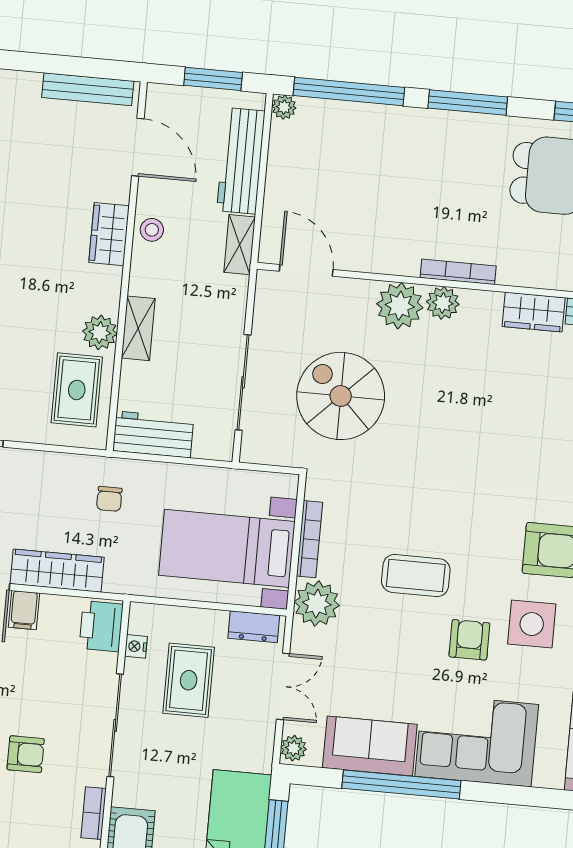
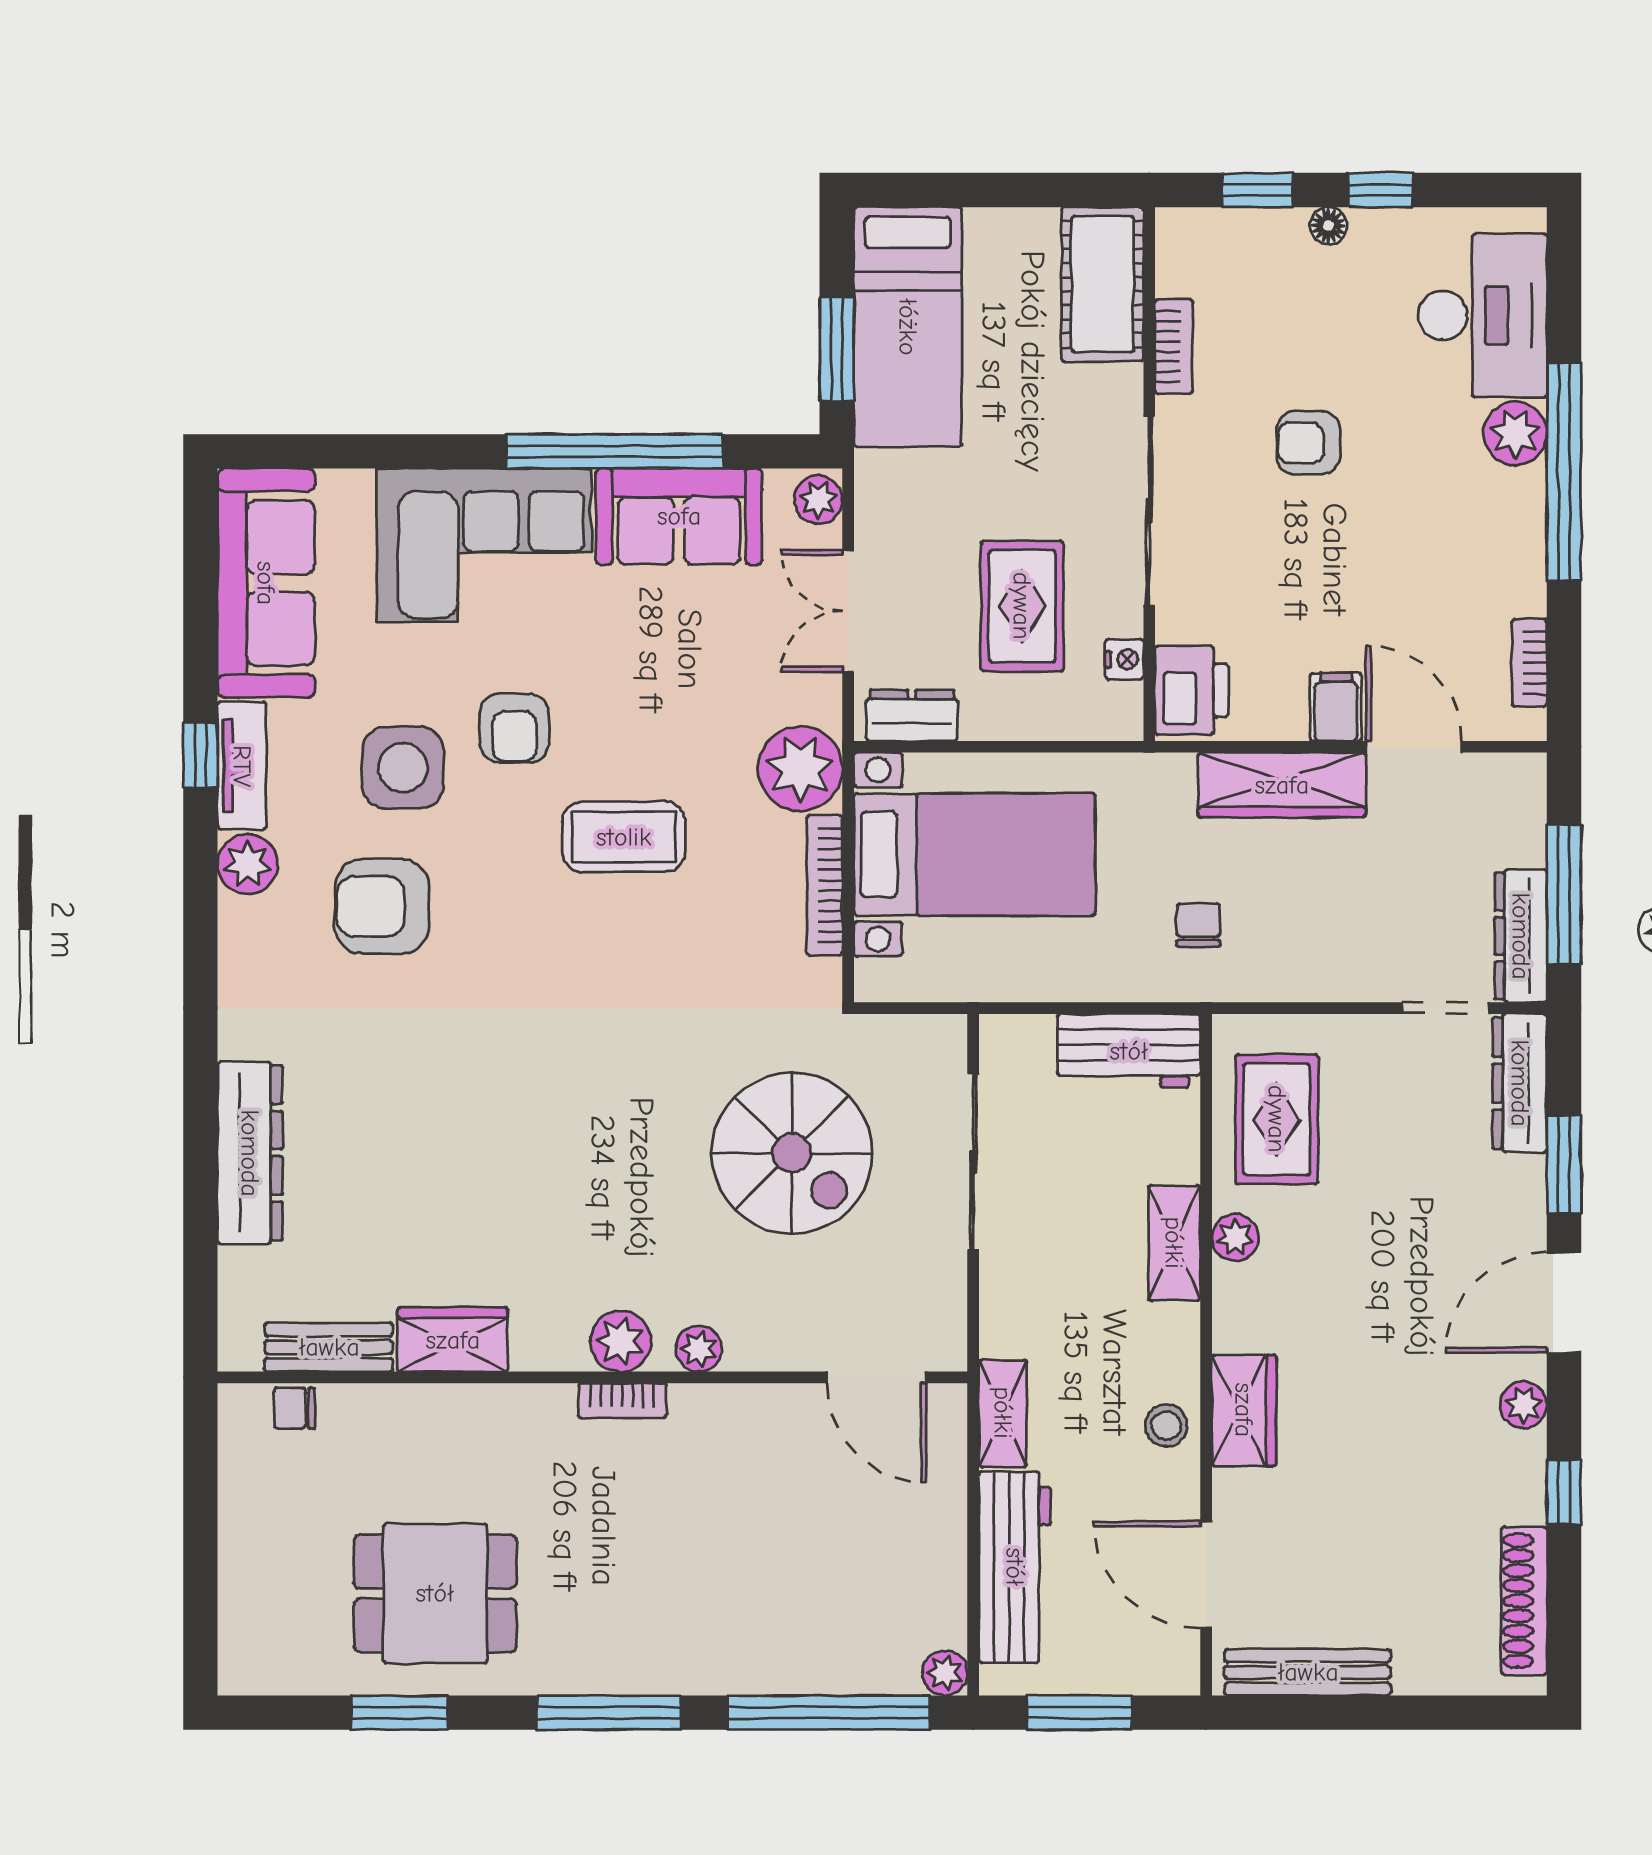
bookcase: (458, 272) -> (622, 1401), width x0.64
plant: (400, 306) -> (699, 1349), width x0.53, depth x0.53
plant: (100, 332) -> (1235, 1237), width x0.73, depth x0.73

